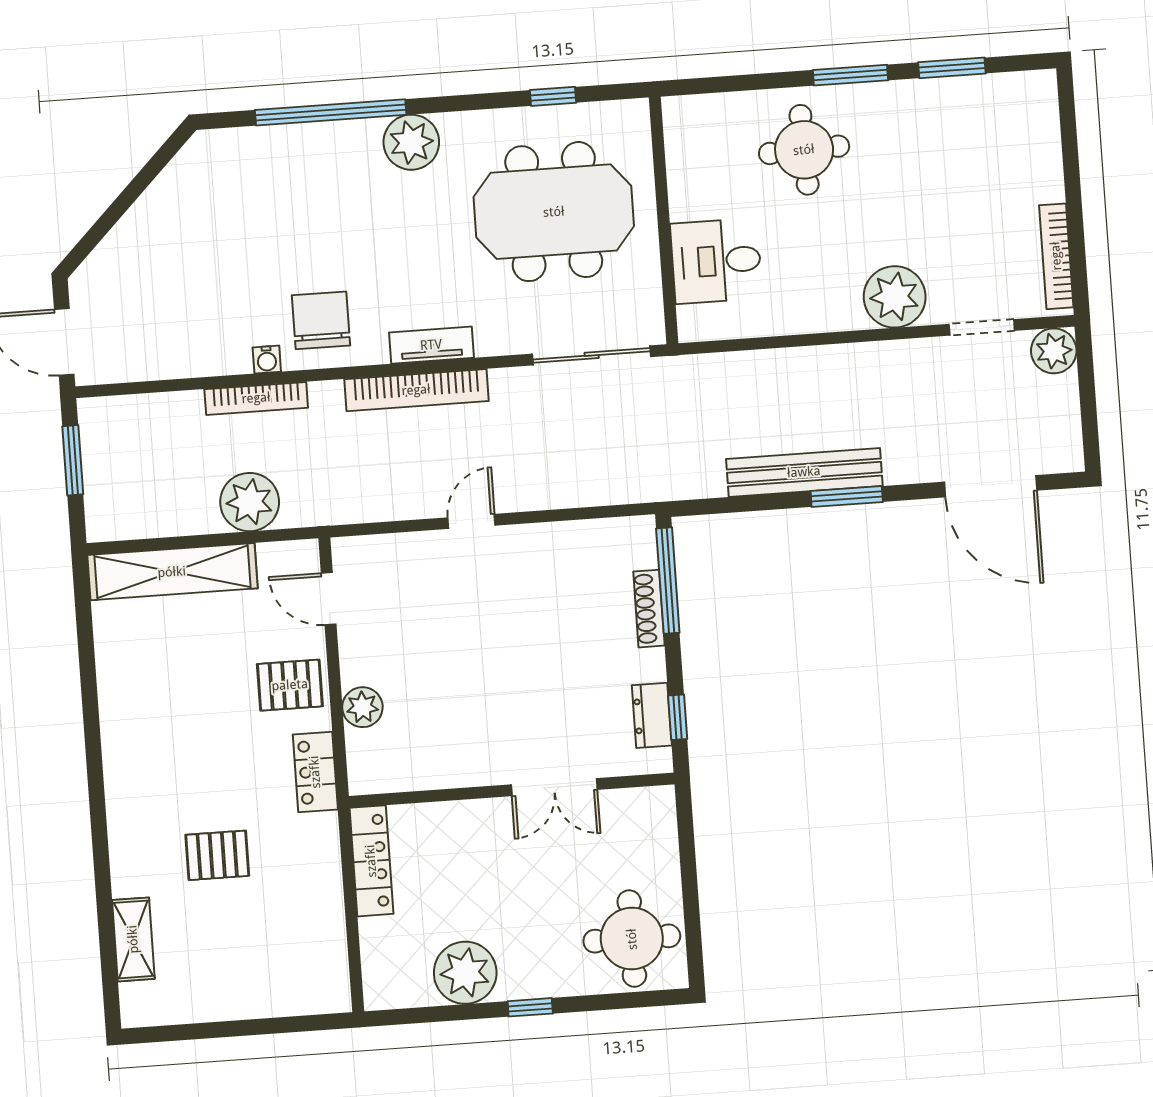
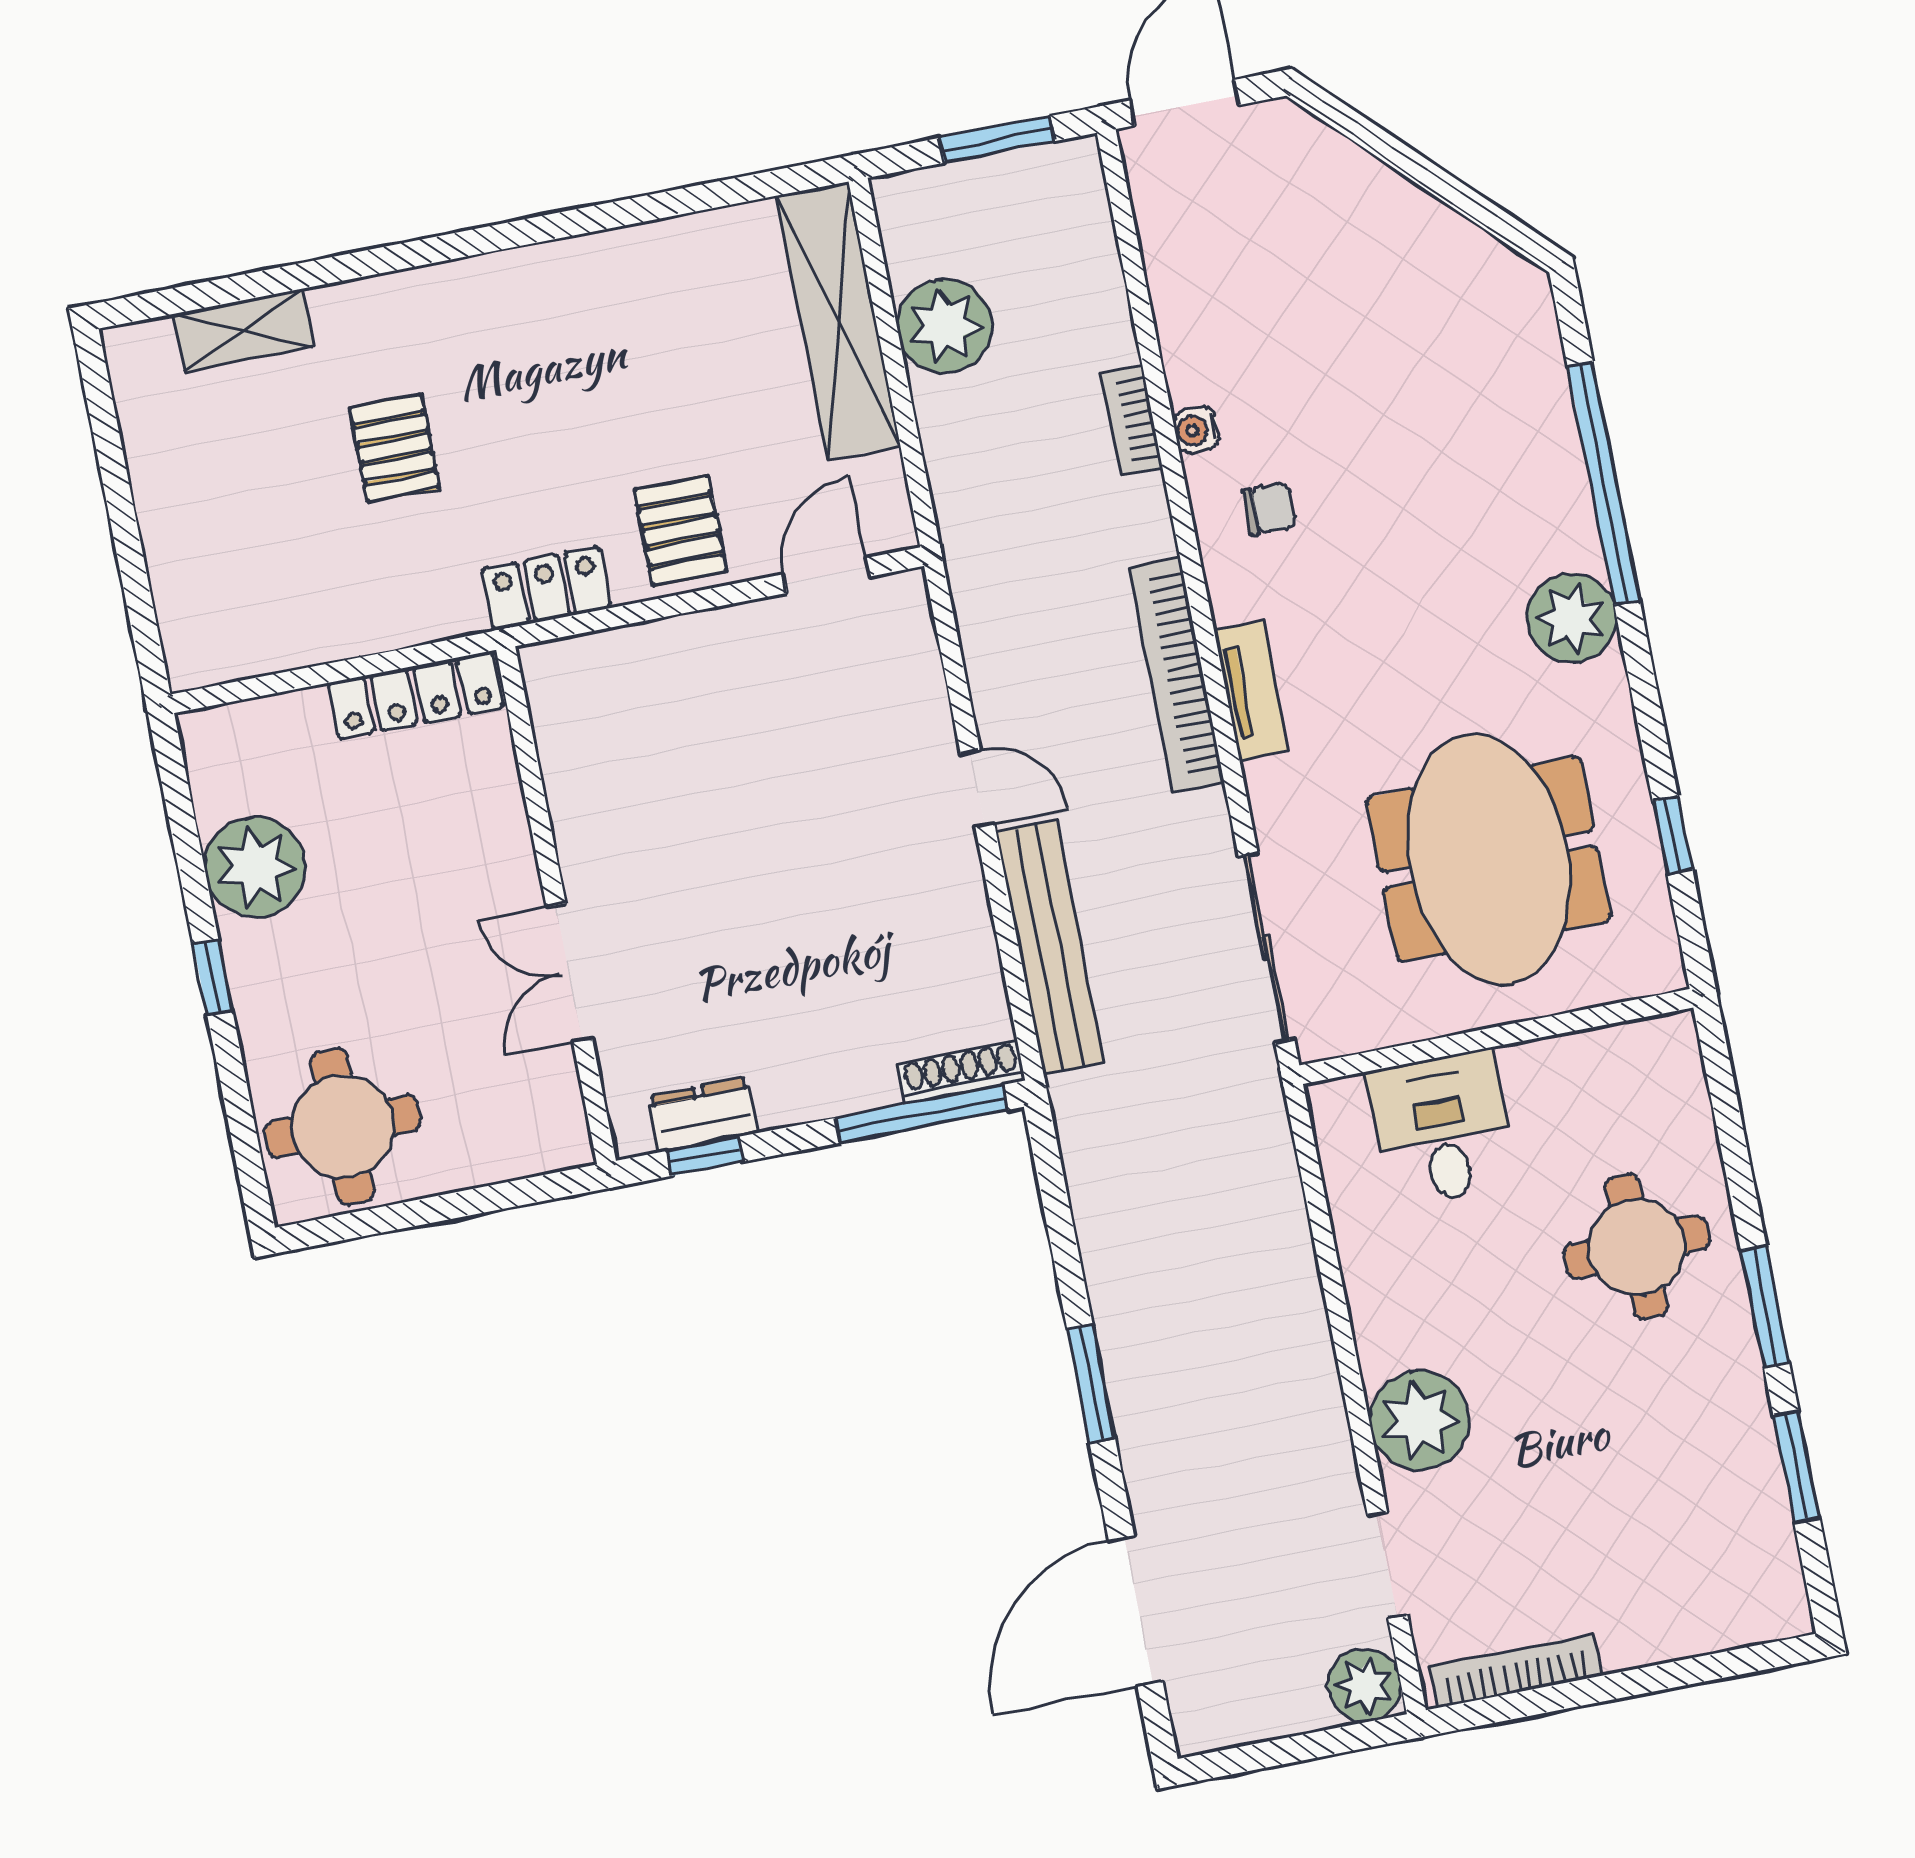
chair: (321, 320) -> (1269, 509), width x0.54, depth x0.54
bookcase: (256, 398) -> (1132, 421), width x0.64
bench: (804, 472) -> (1050, 948), moved
plant: (250, 502) -> (945, 326), moved
shoe rack: (649, 609) -> (961, 1072), moved
plant: (362, 707) -> (659, 651), removed

